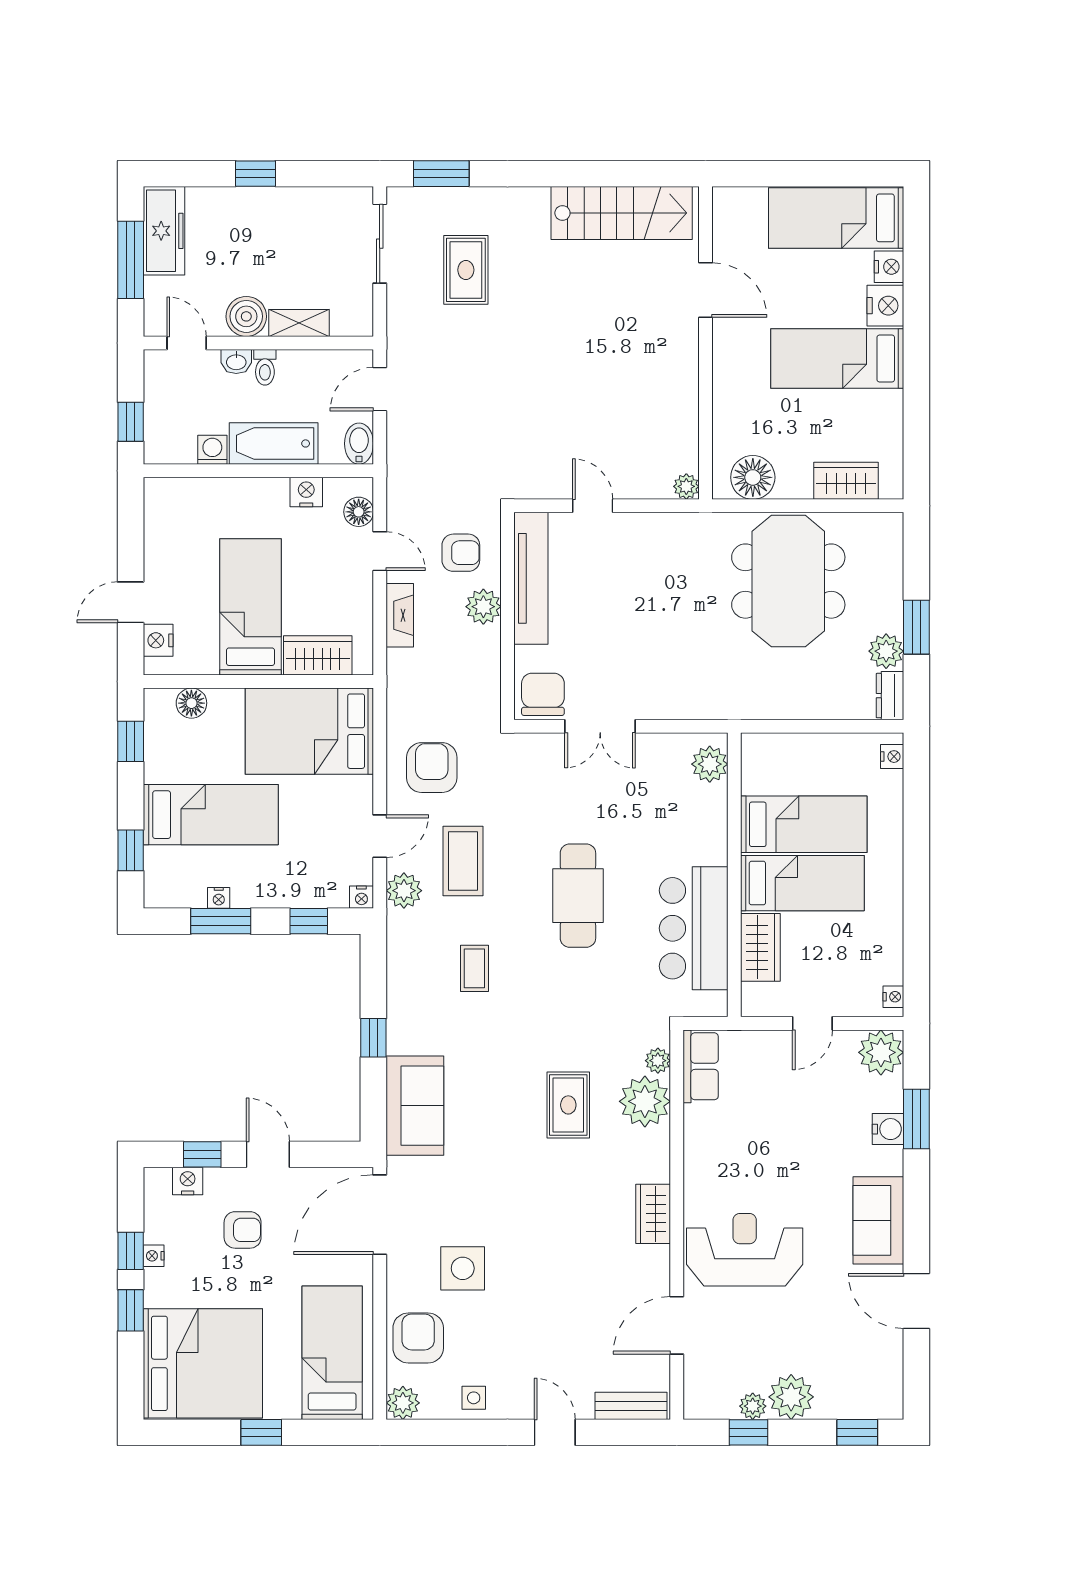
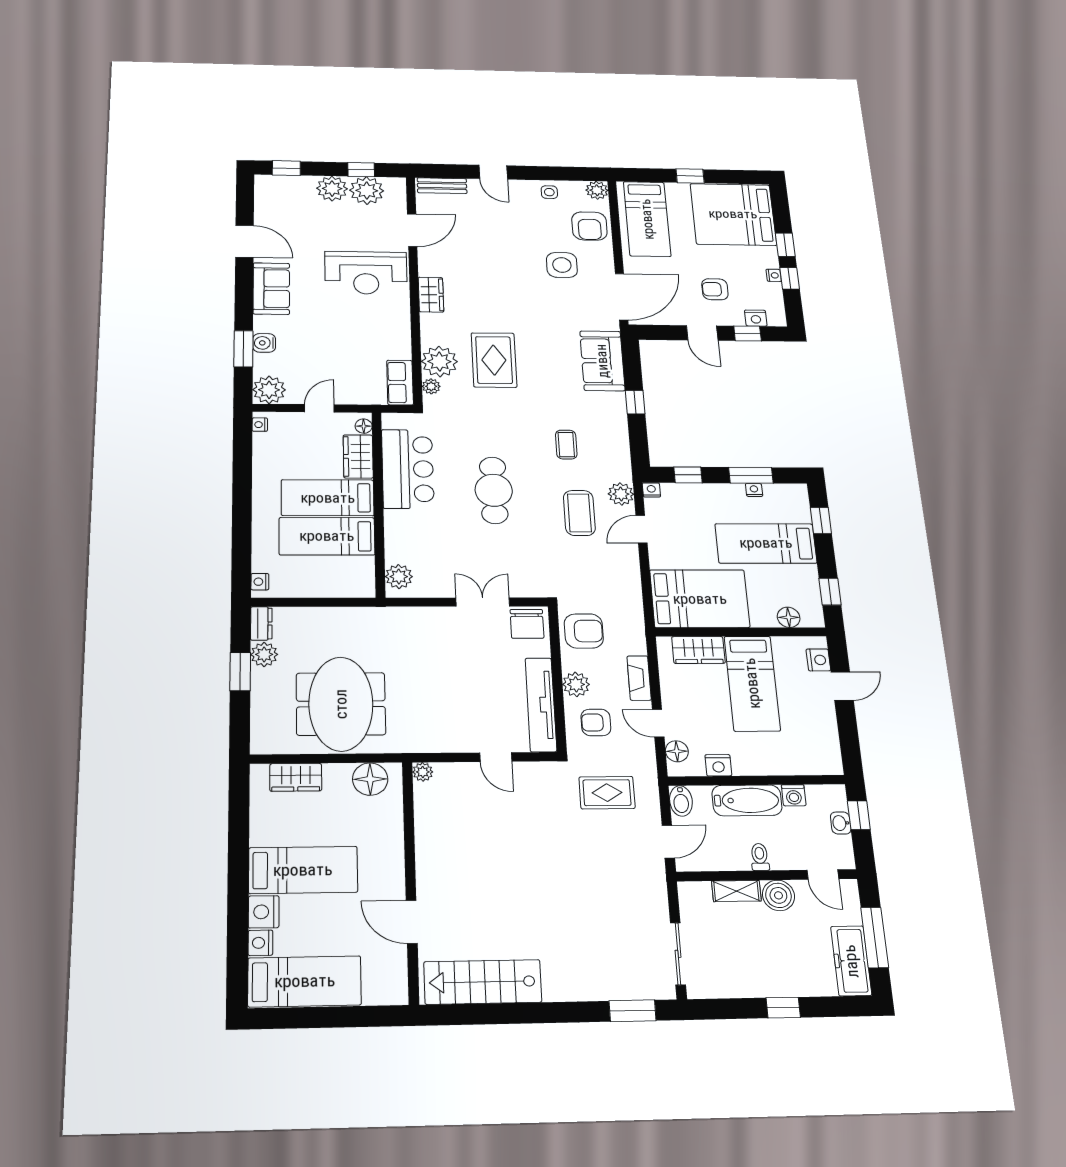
rug: (466, 270) -> (607, 793), moved, turned 90
washbasin: (236, 362) -> (841, 823), moved, turned -90
armchair: (432, 768) -> (584, 631), moved, turned -90
floor lamp: (752, 995) -> (364, 426), added
rug: (568, 1105) -> (494, 360), width x1.36, depth x1.43
plant: (753, 1406) -> (367, 191), width x1.88, depth x1.88

